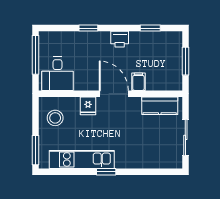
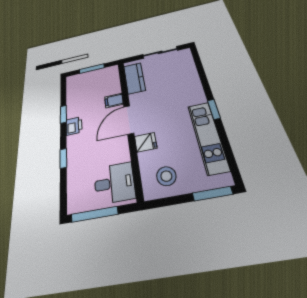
window: (150, 28) -> (63, 114), moved

